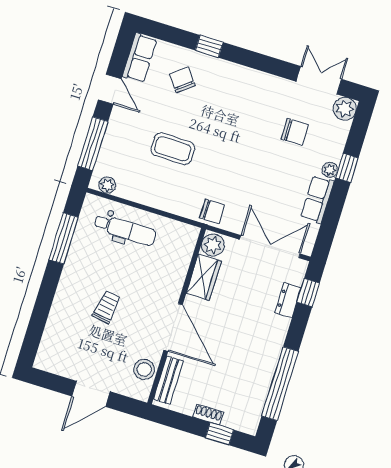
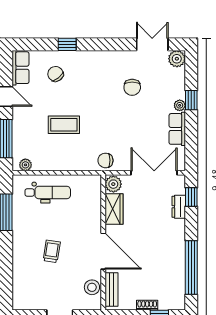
chair: (295, 132) -> (132, 87), moved, turned 90
chair: (212, 211) -> (105, 160), turned 180

